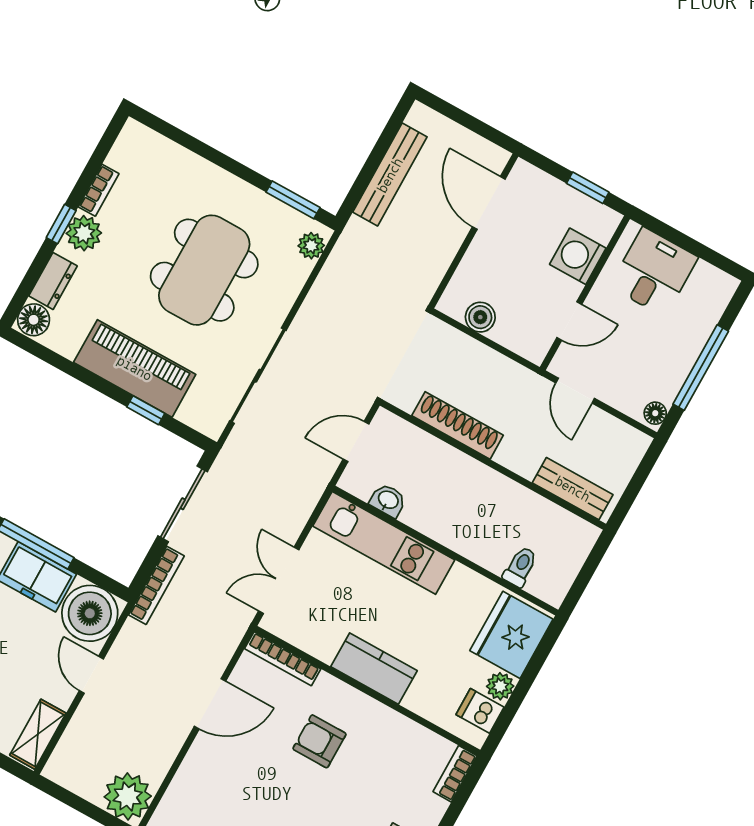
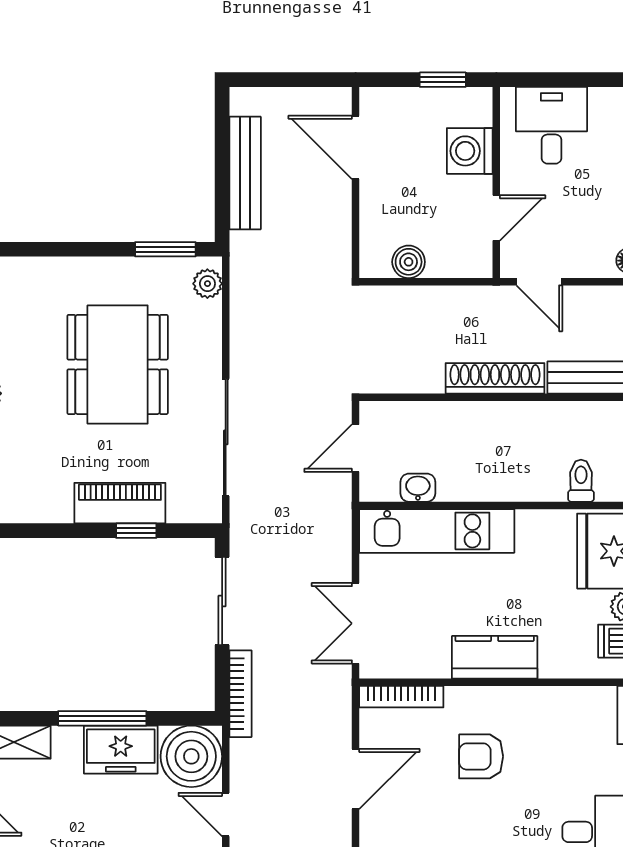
piano: (135, 368) -> (120, 503), width x0.73, depth x0.75
shoe rack: (458, 425) -> (495, 378), moved

